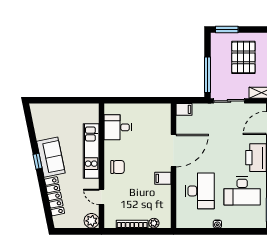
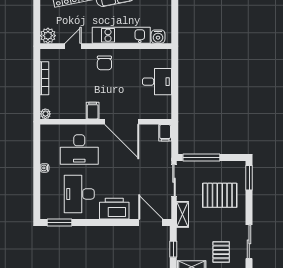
water cooler: (92, 116) -> (158, 37), added
desk: (118, 127) -> (157, 82), moved, turned 90
plant: (154, 223) -> (45, 114), moved

